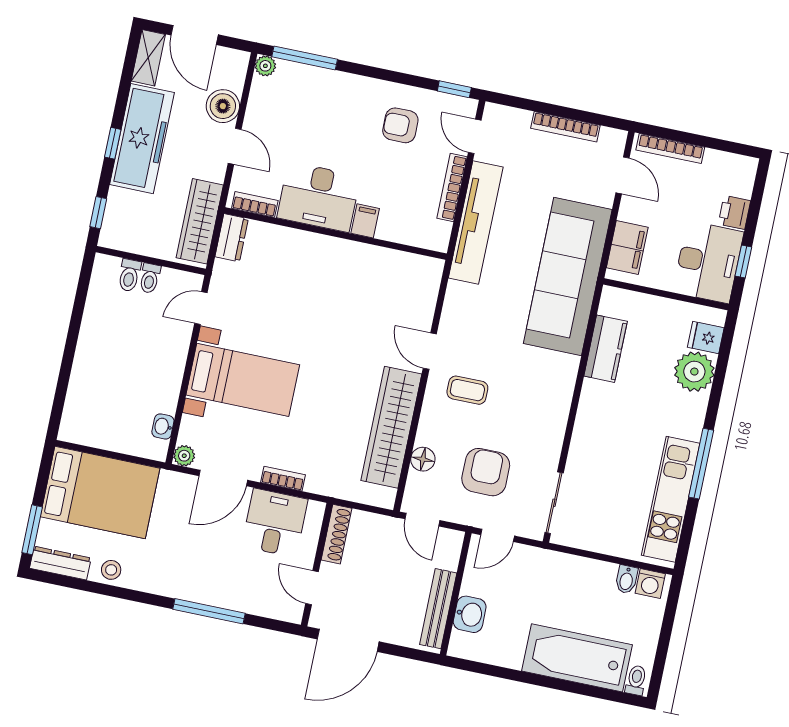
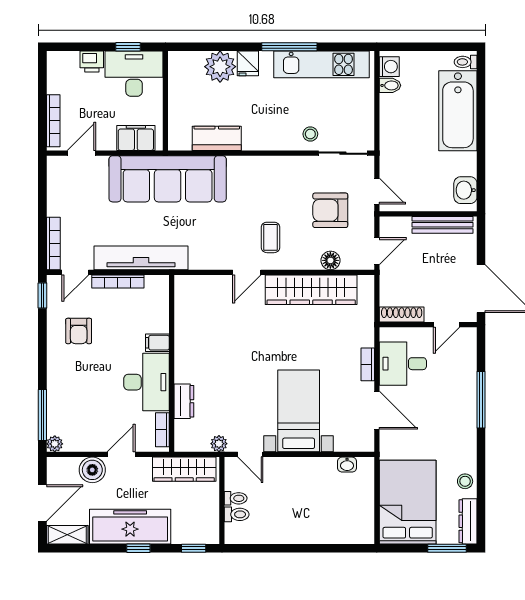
bookcase: (565, 127) -> (53, 244), moved
dresser: (232, 238) -> (184, 401), moved, turned 90
fridge: (706, 338) -> (248, 63), moved
plant: (184, 456) -> (219, 444), moved
stool: (586, 467) -> (310, 134), added
washbasin: (470, 614) -> (465, 190), moved, turned -90

